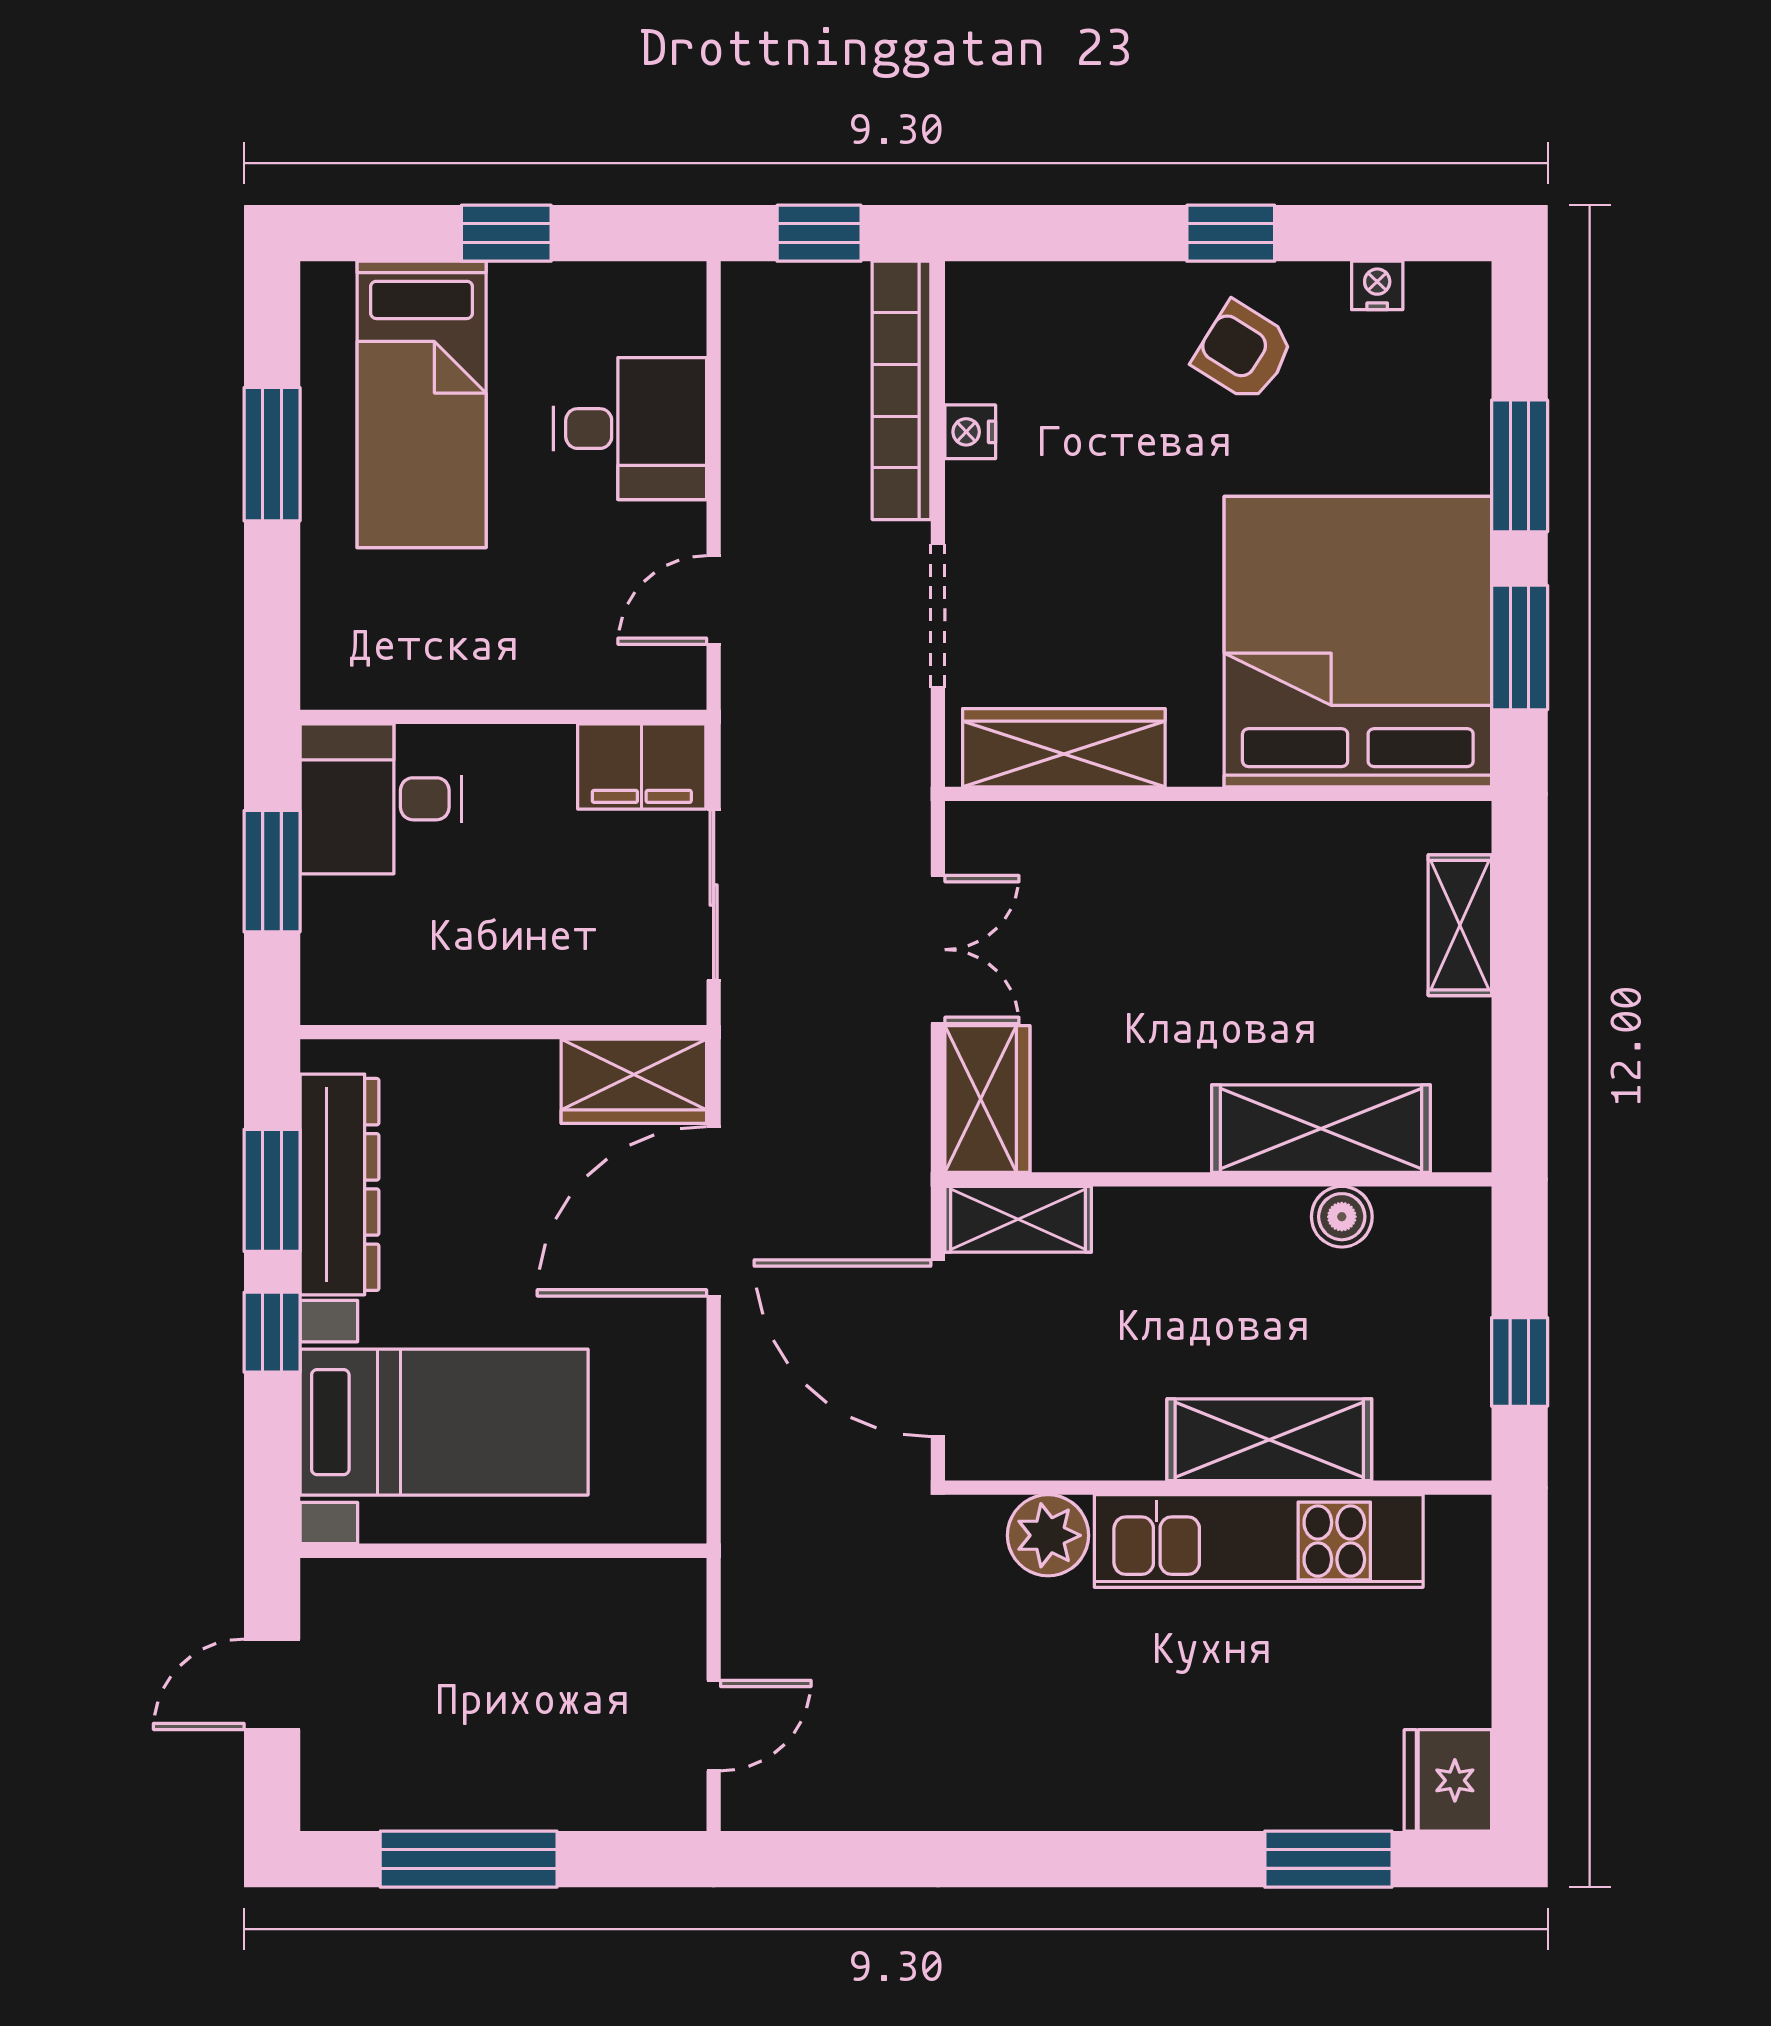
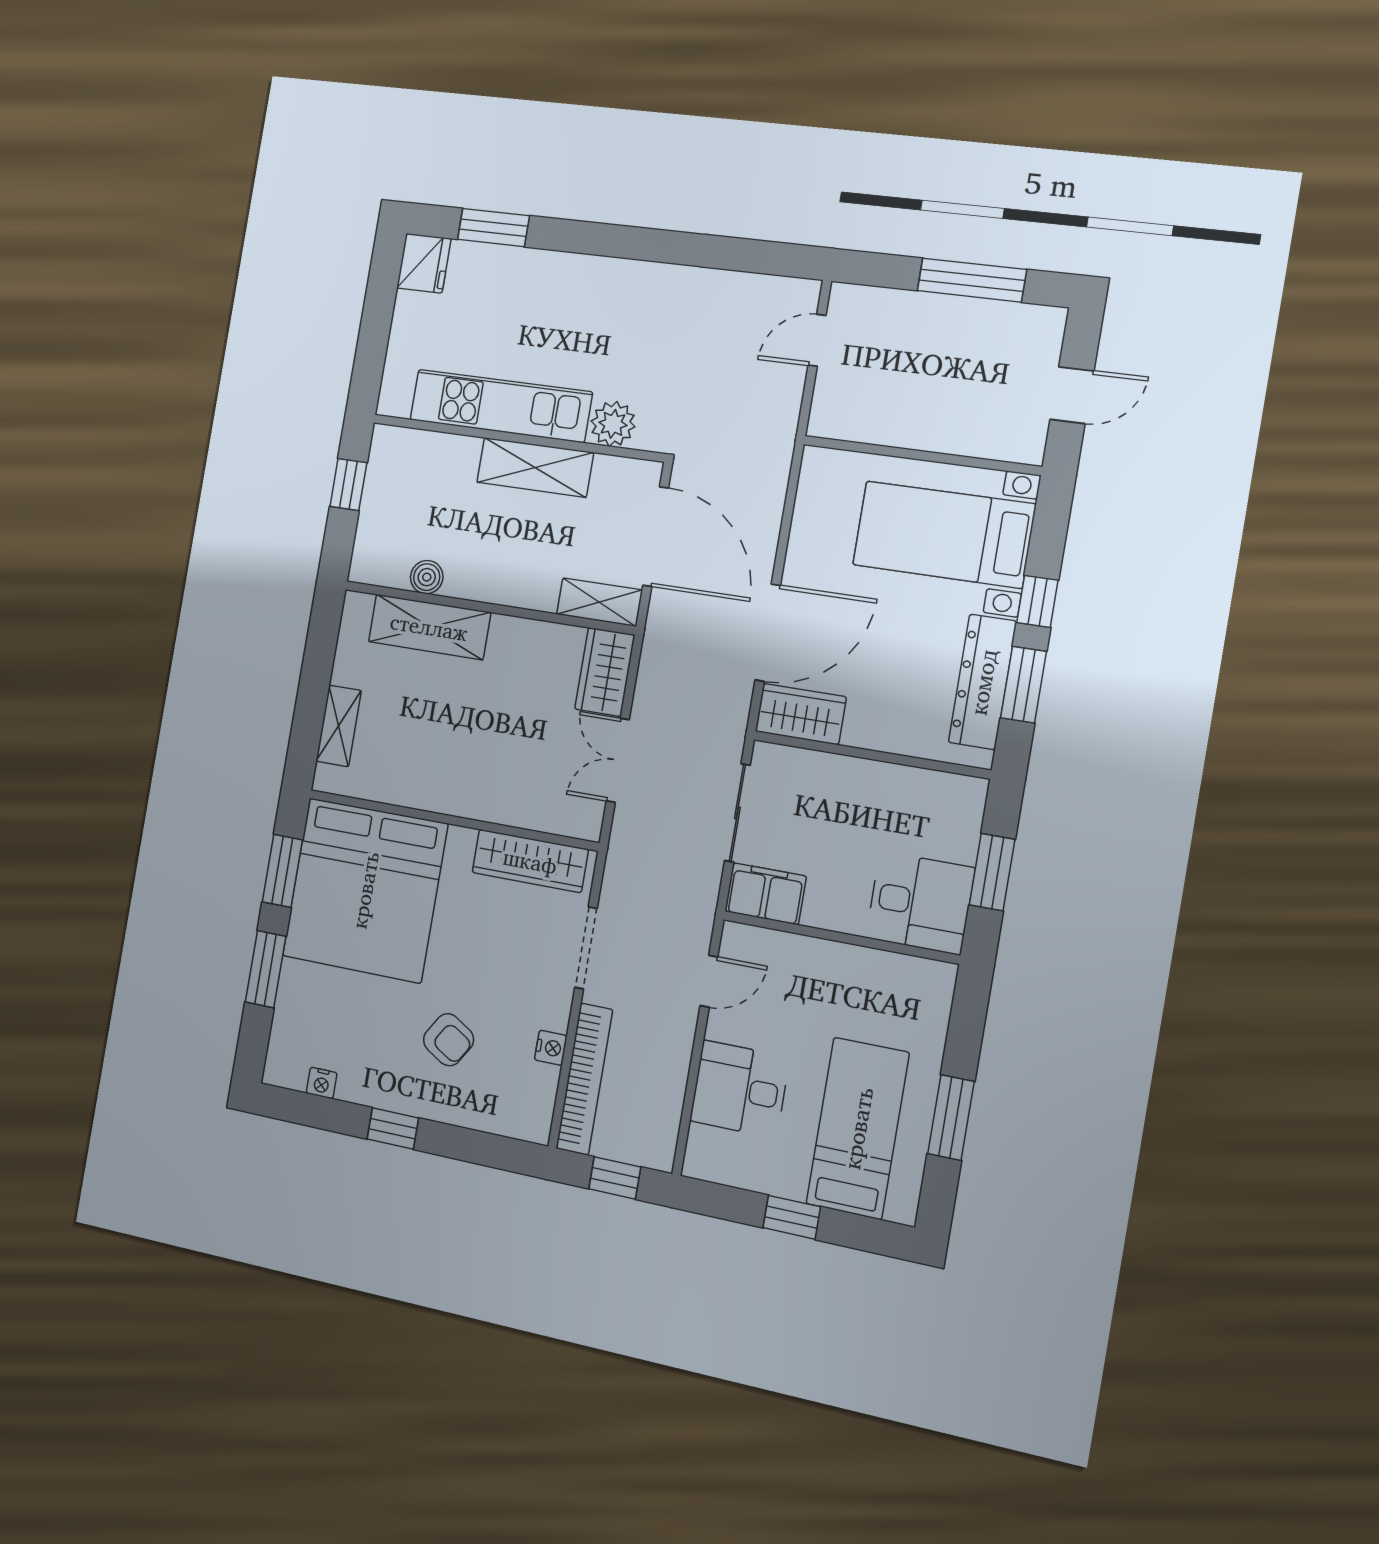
armchair: (1244, 352) -> (449, 1040), moved
shelving: (1269, 1440) -> (535, 467), moved

